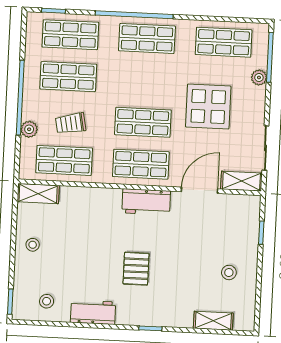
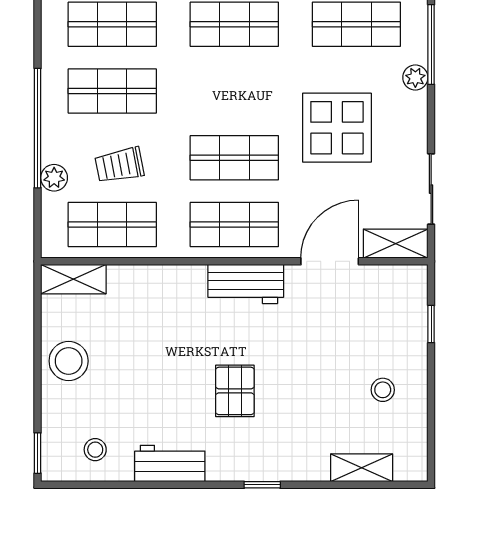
stool: (33, 245) -> (69, 361), width x1.89, depth x1.89

